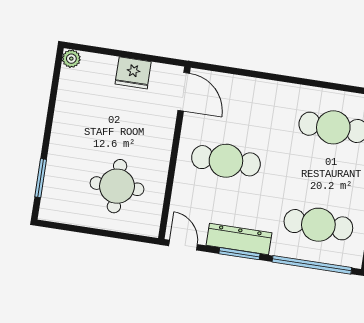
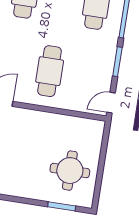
round table: (117, 186) -> (70, 171), moved
dresser: (239, 239) -> (107, 62), removed

